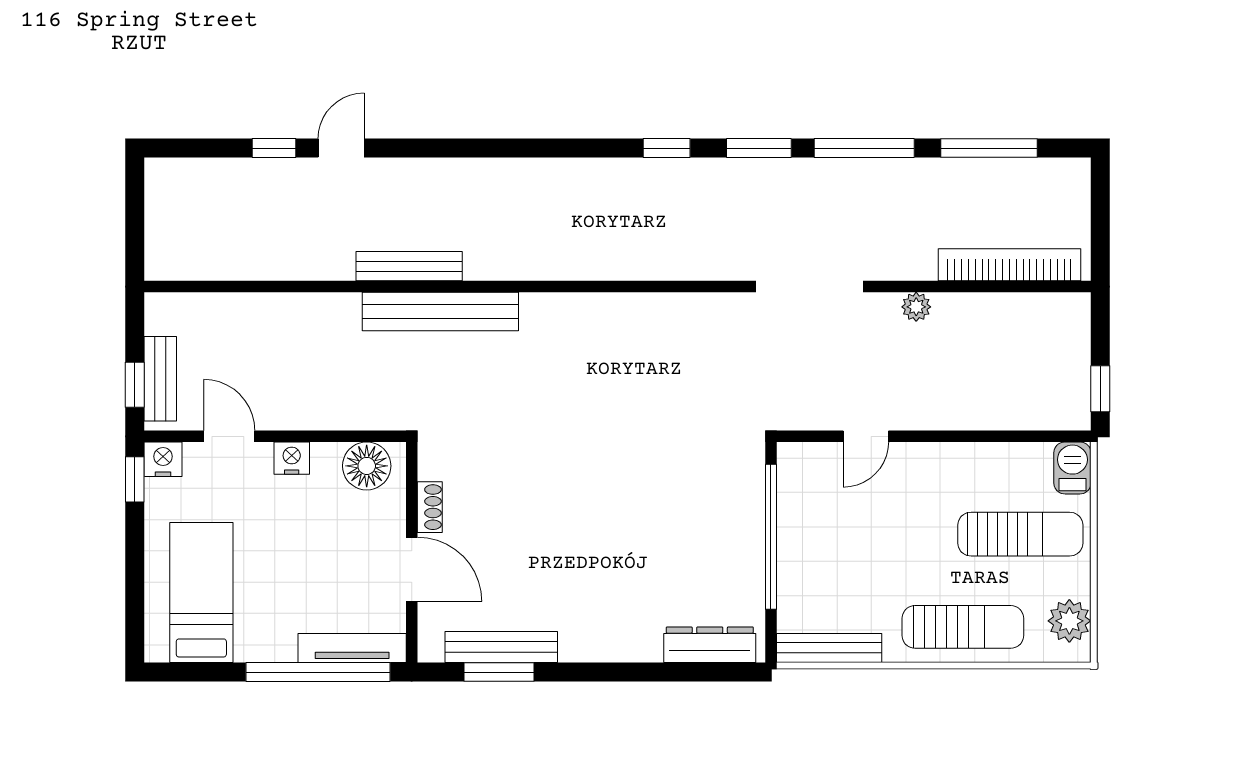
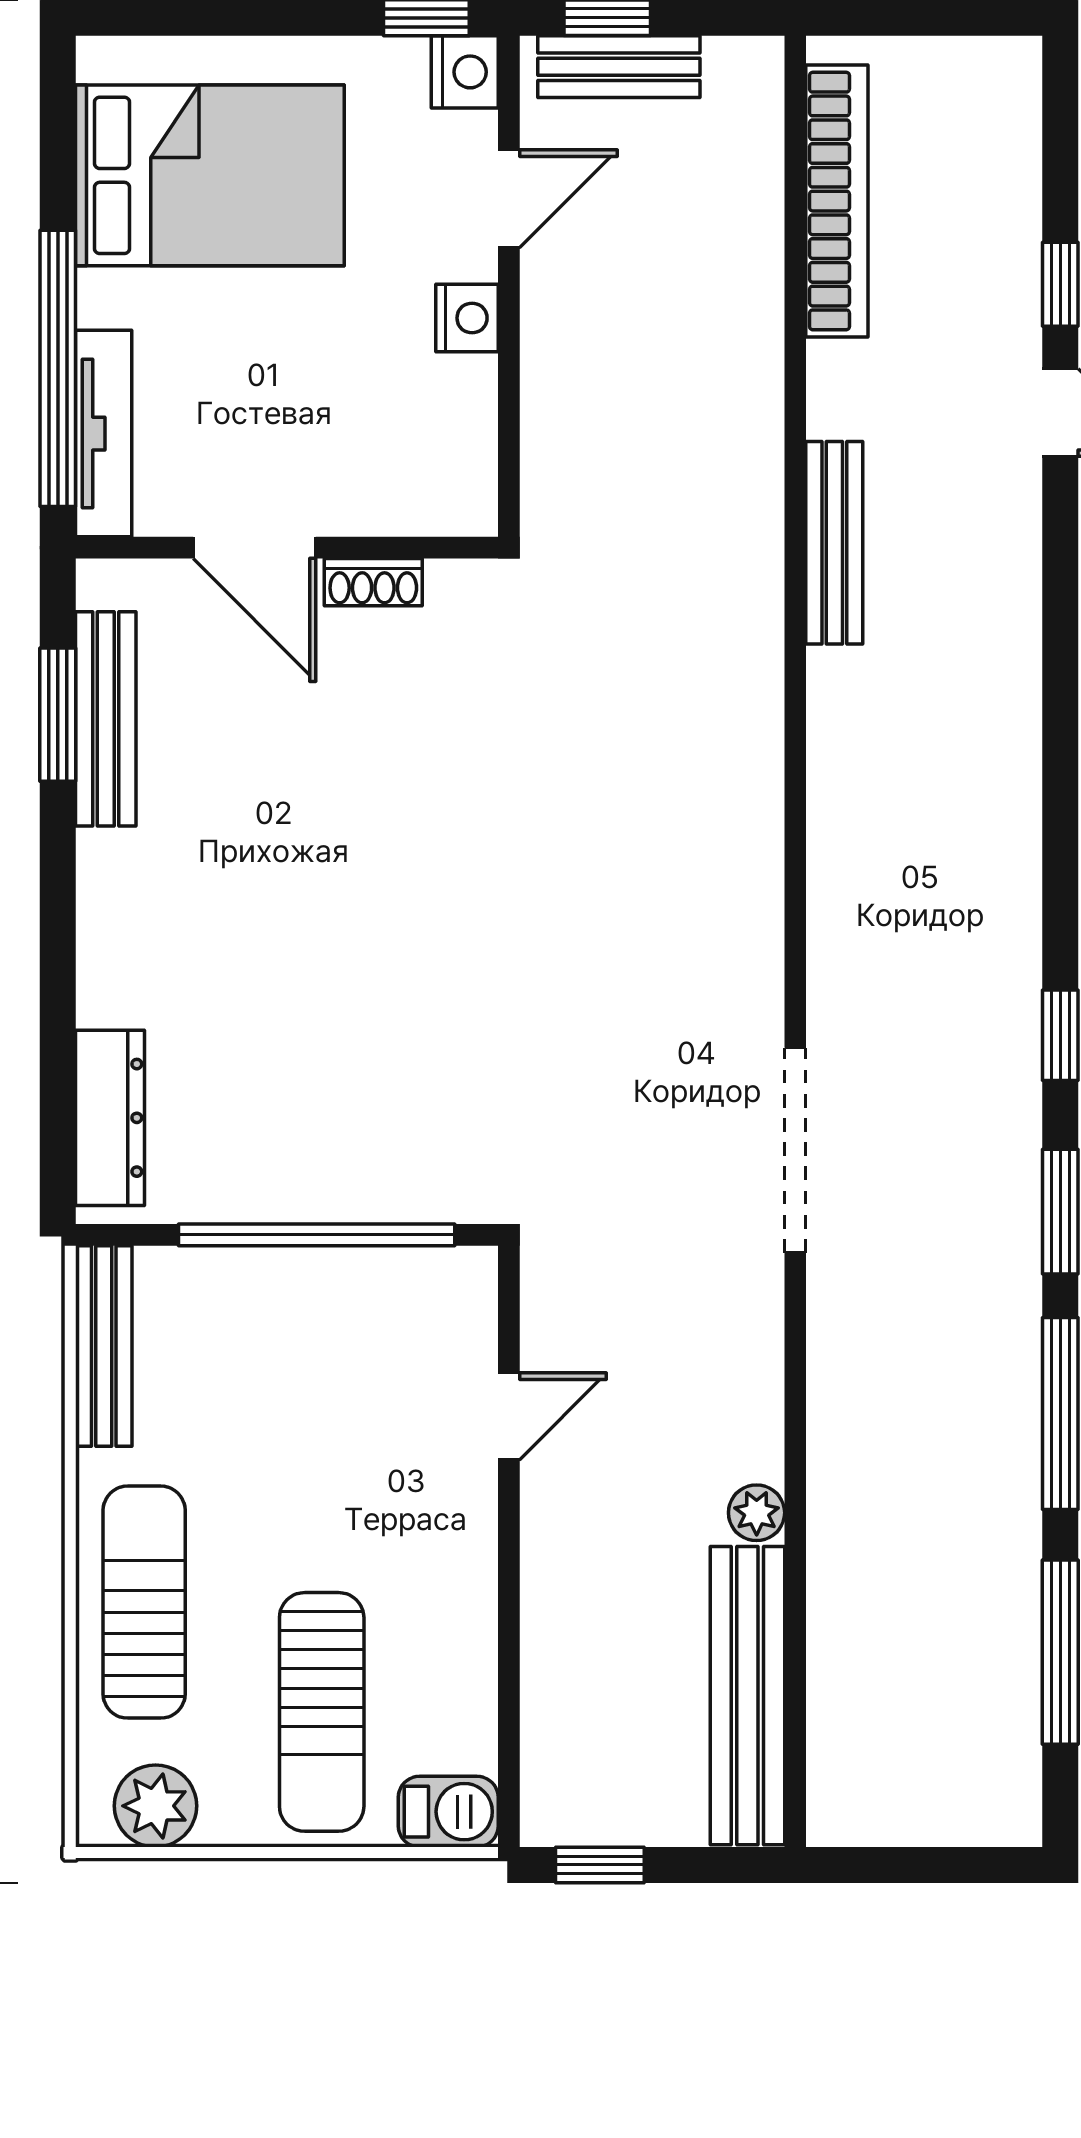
bookcase: (1009, 265) -> (837, 201), moved
doorway: (810, 287) -> (795, 1150), moved
bench: (440, 312) -> (747, 1696), moved
door: (866, 436) -> (509, 1416), swing flipped
floor lamp: (367, 466) -> (452, 462), removed
door: (412, 569) -> (255, 548), hinge flipped
bed: (201, 593) -> (210, 175), width x1.50
sun lounger: (963, 627) -> (144, 1602), turned 180

